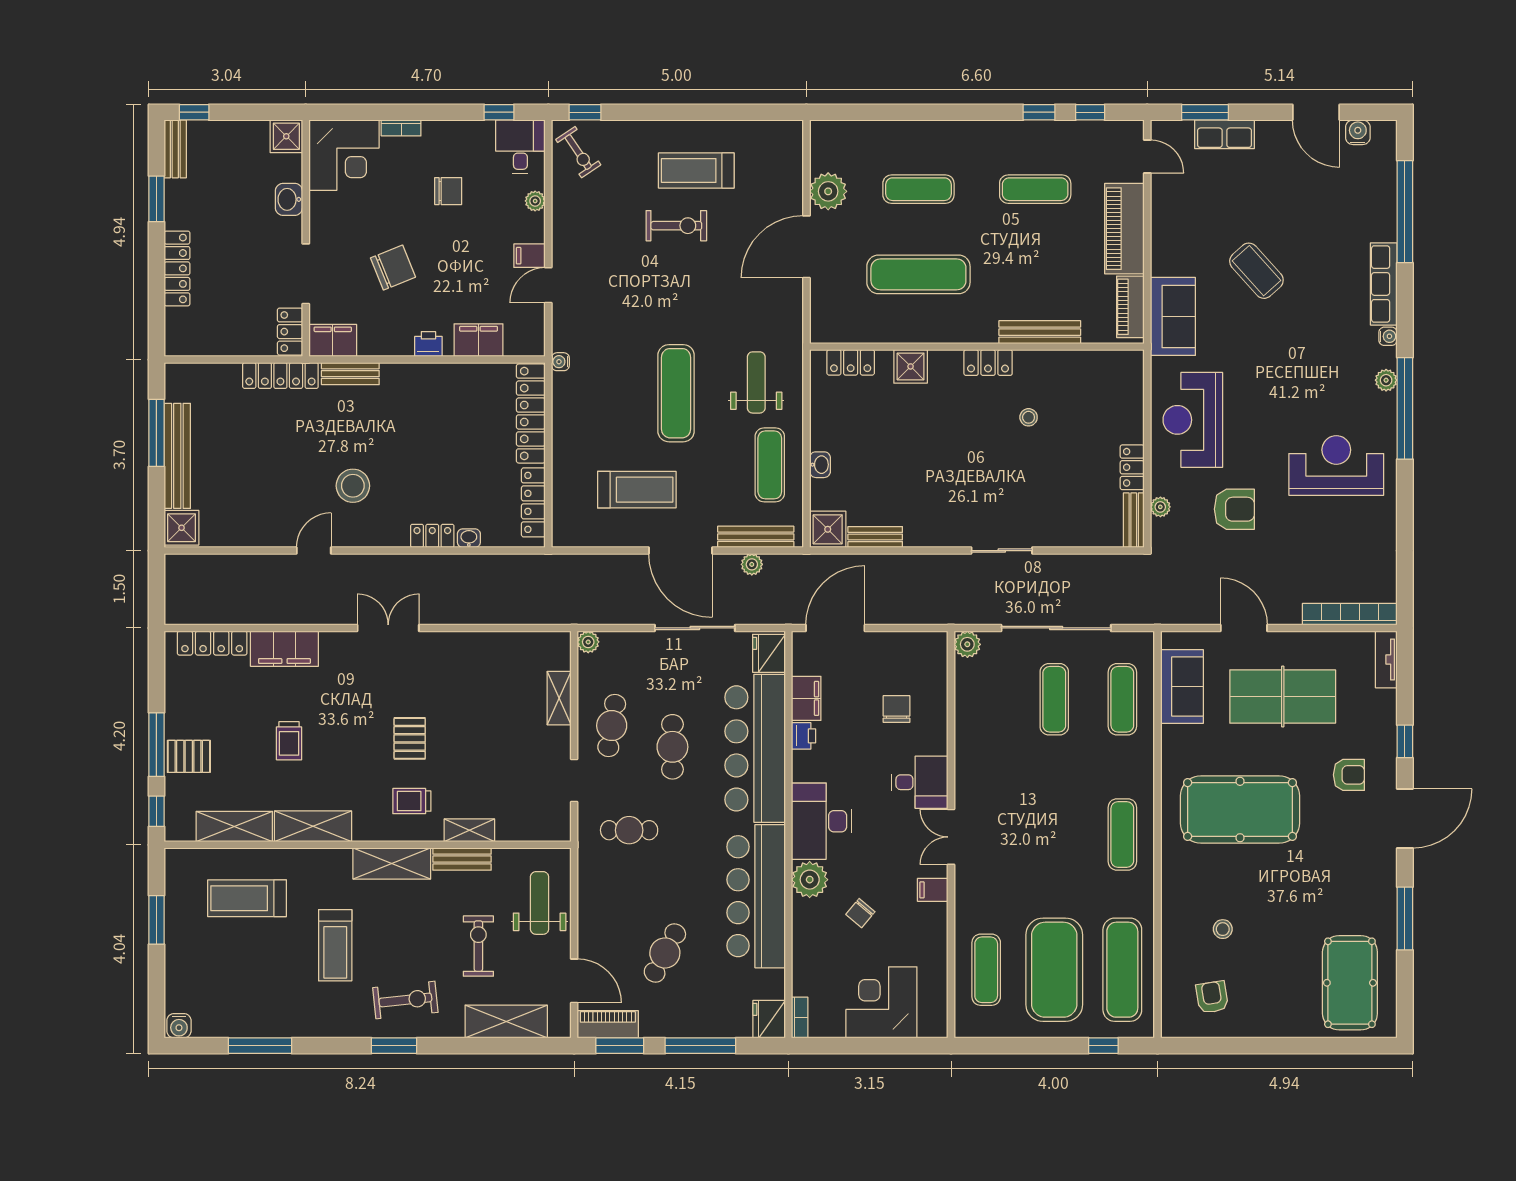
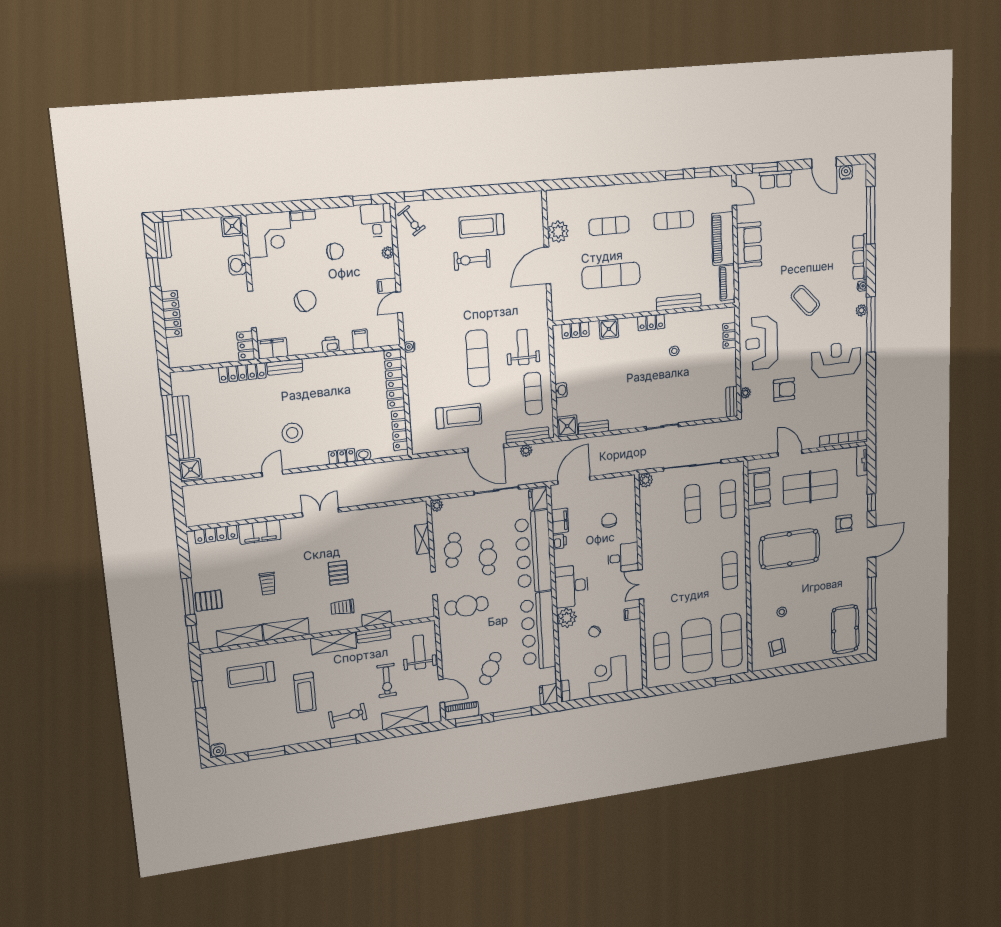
exercise bike: (676, 226) -> (472, 260), turned 180
coffee table: (1256, 271) -> (805, 301), moved
sofa: (1173, 316) -> (749, 245), moved
filing cabinet: (479, 340) -> (360, 339), width x0.50
locker: (1132, 467) -> (729, 335), moved
cafe table: (629, 830) -> (467, 606), width x1.37, depth x1.35
exercise bike: (478, 946) -> (387, 681), turned 180

